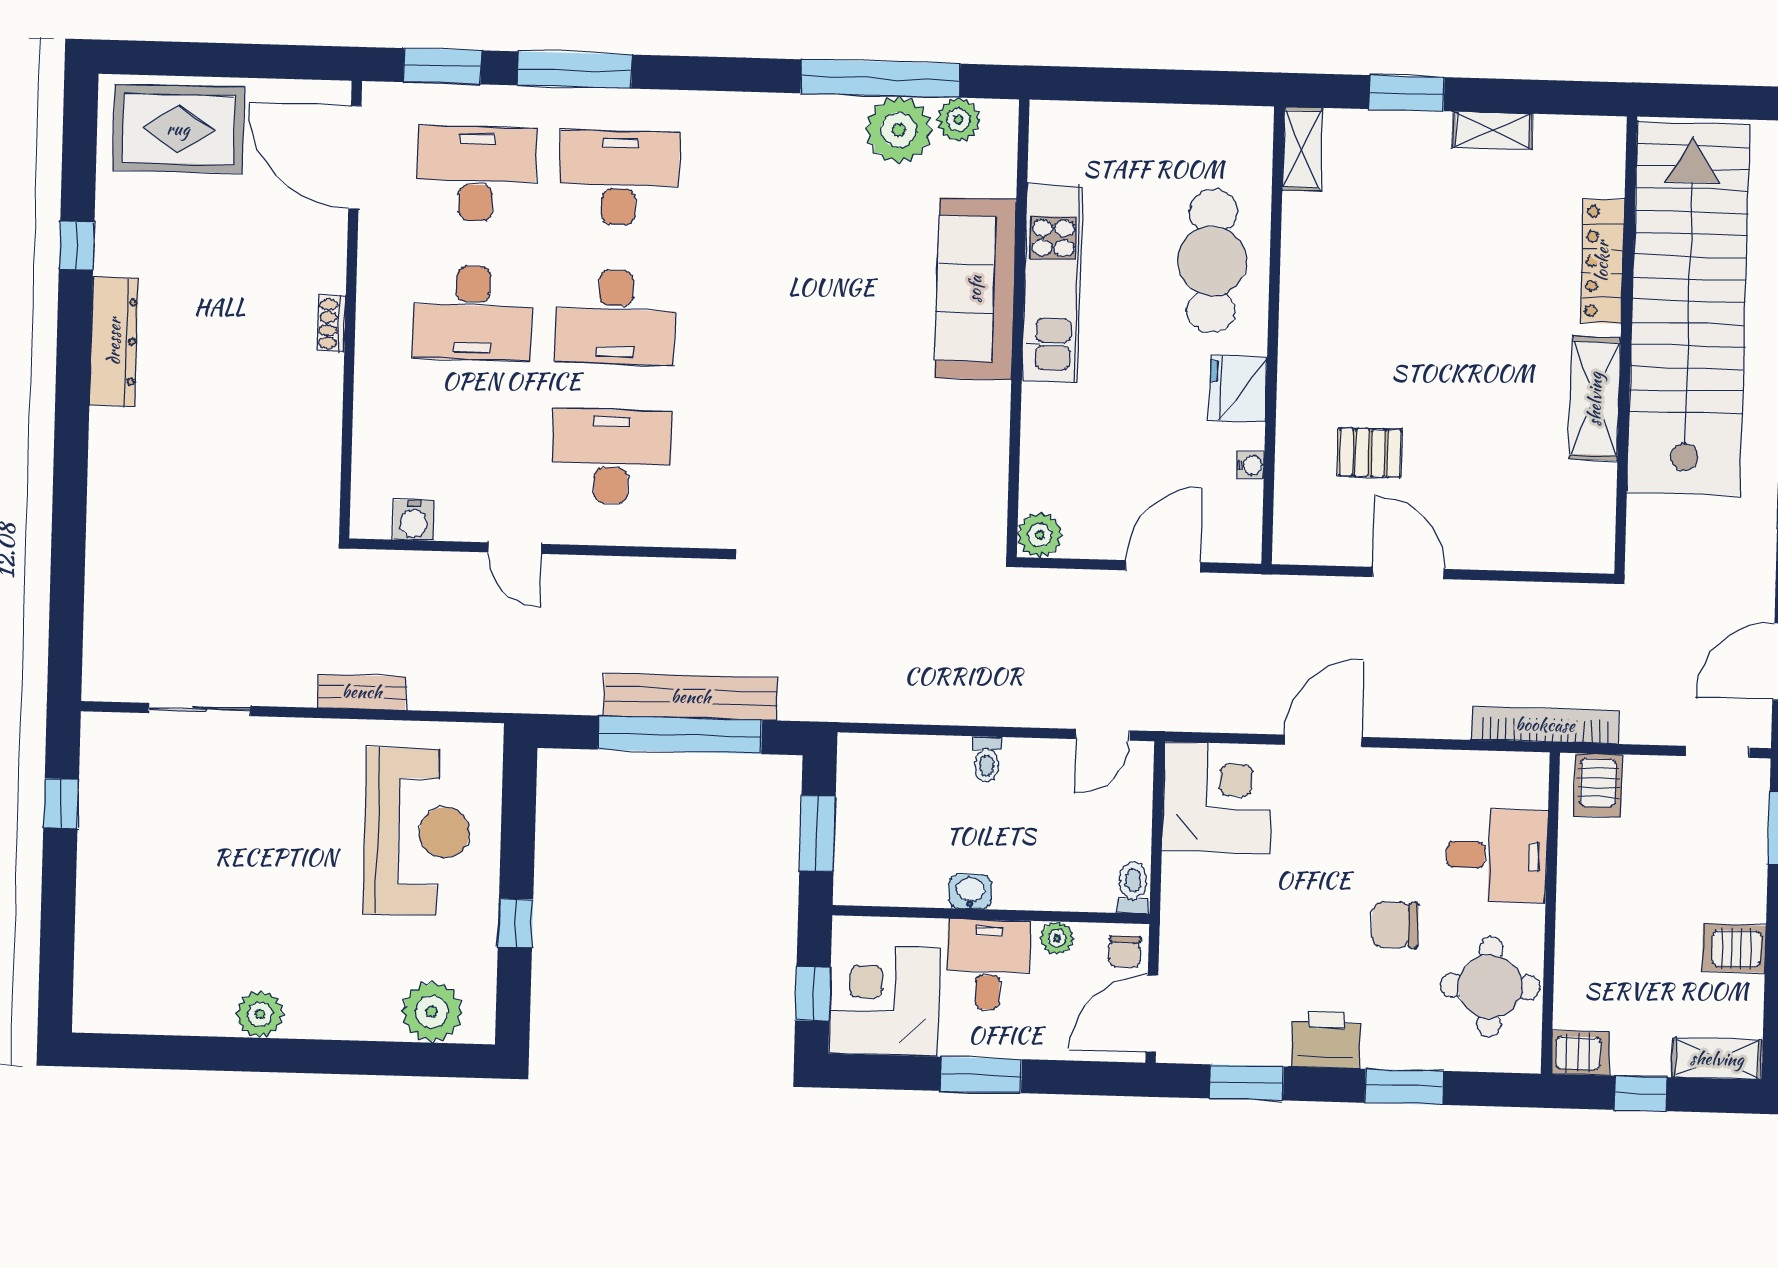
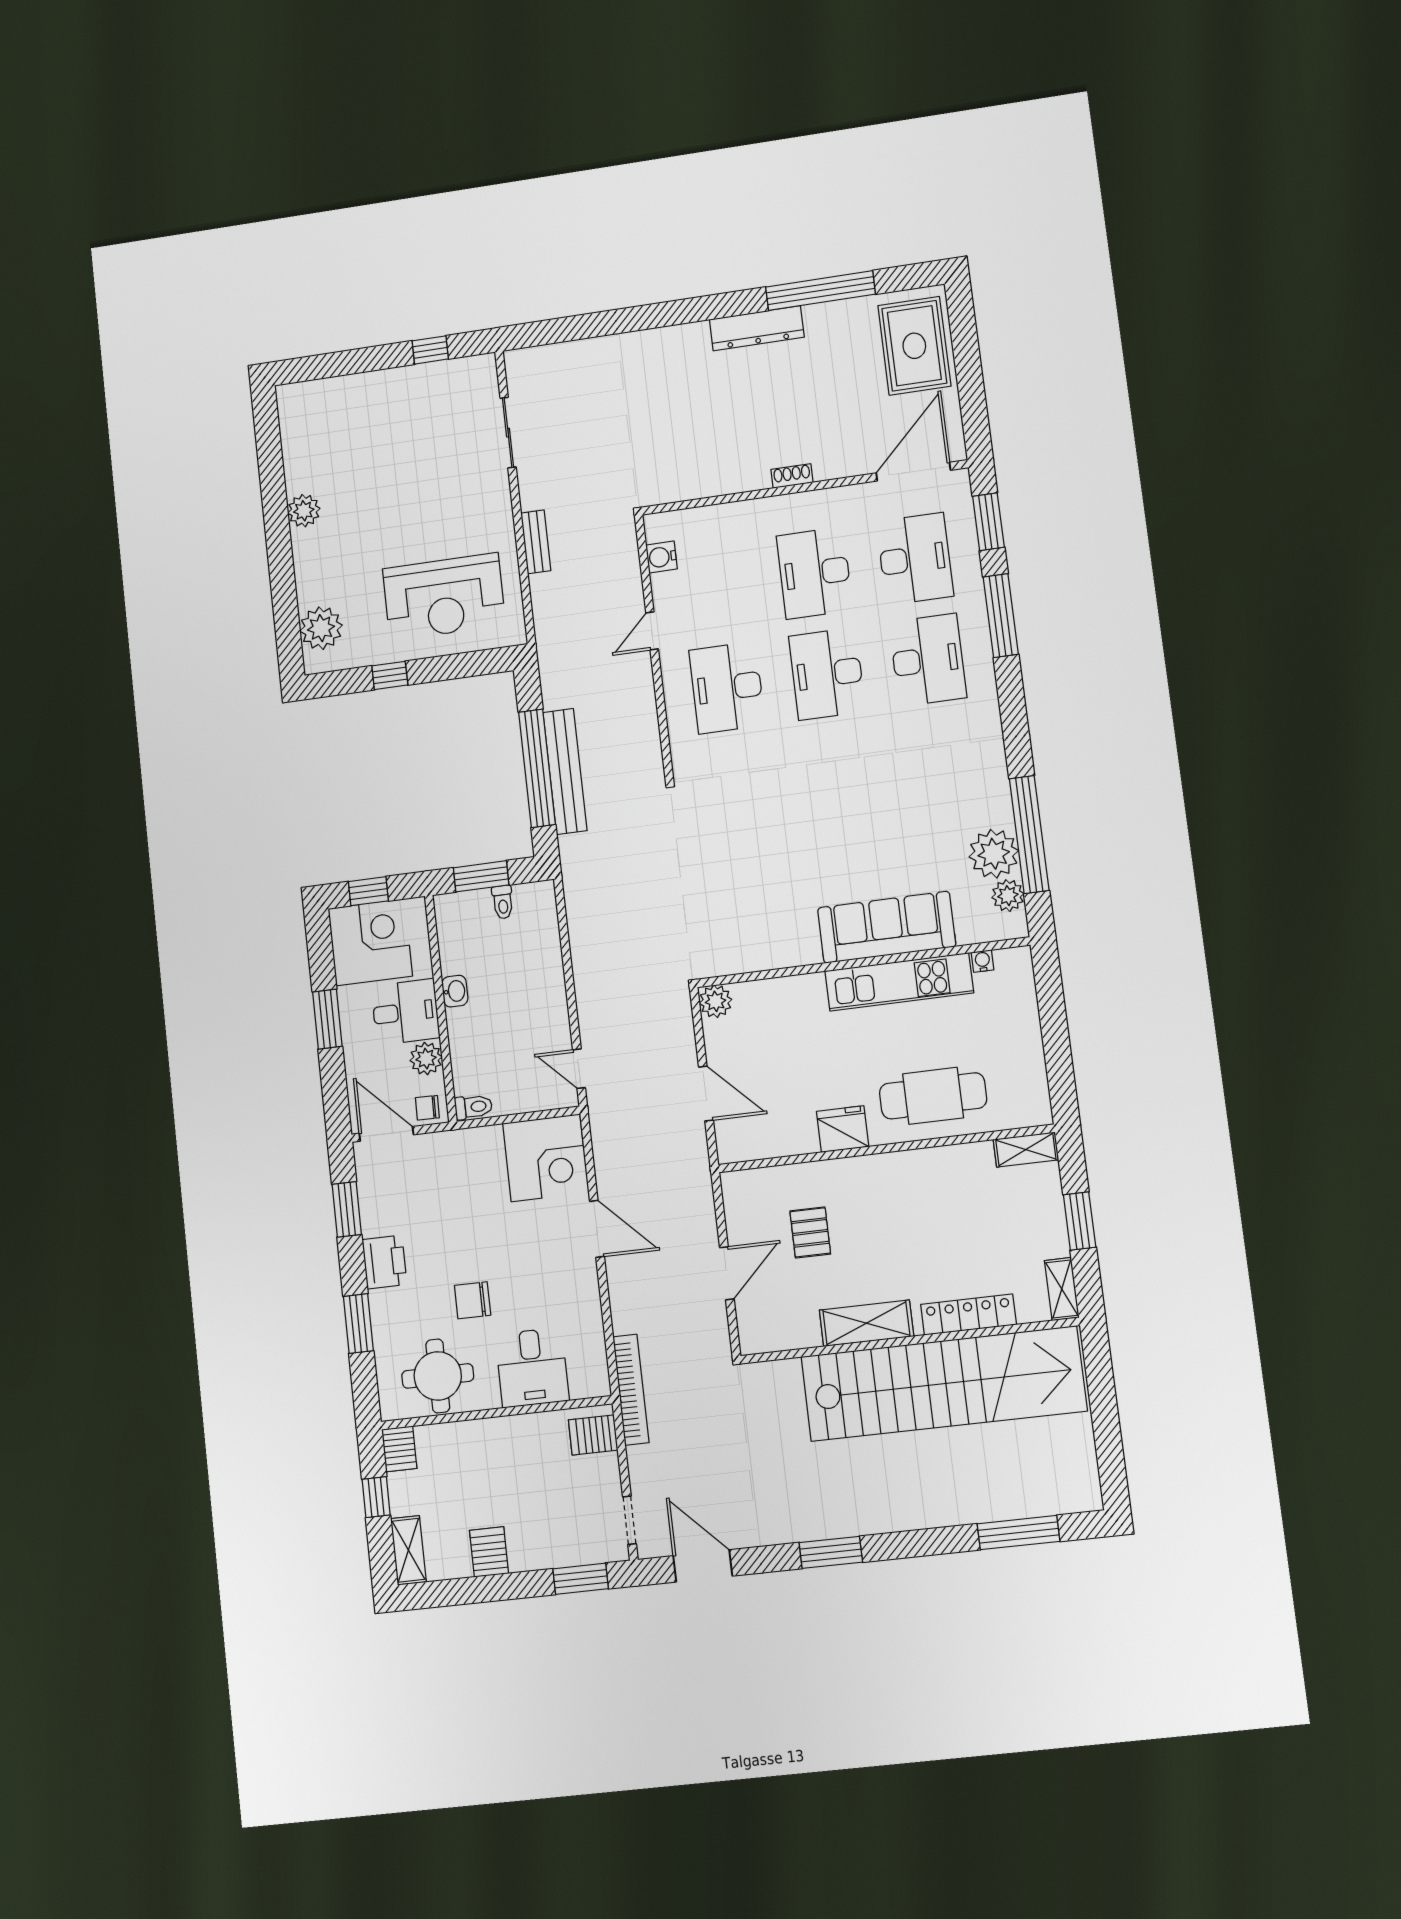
window: (77, 246) -> (820, 291), width x3.17
locker: (1602, 261) -> (968, 1315), moved
stairs: (1689, 309) -> (943, 1384), moved
wall: (1626, 345) -> (909, 1341), moved
shelving: (1595, 399) -> (866, 1323), moved
desk: (611, 456) -> (727, 688), turned 180
water cooler: (1250, 465) -> (983, 961), moved, turned 180
toilet: (987, 759) -> (503, 902), moved, turned -90
chair: (1395, 925) -> (473, 1300), turned -90
plant: (1057, 938) -> (426, 1059), width x1.38, depth x1.38

